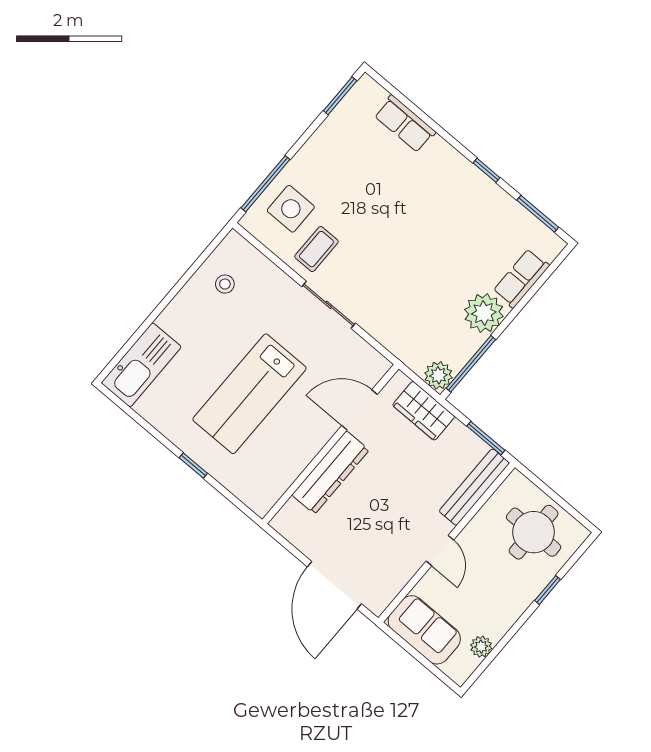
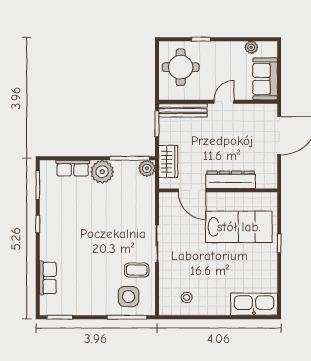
lab bench: (249, 394) -> (239, 227), moved

